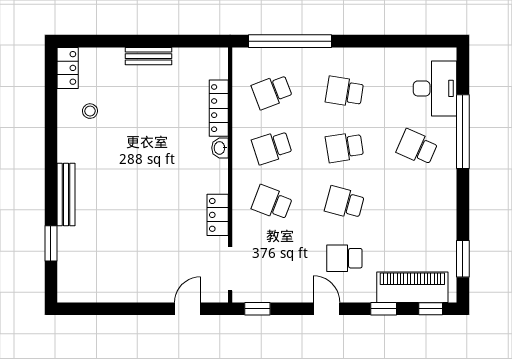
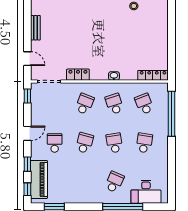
bench: (148, 56) -> (35, 28), moved
locker: (219, 108) -> (153, 75), moved

